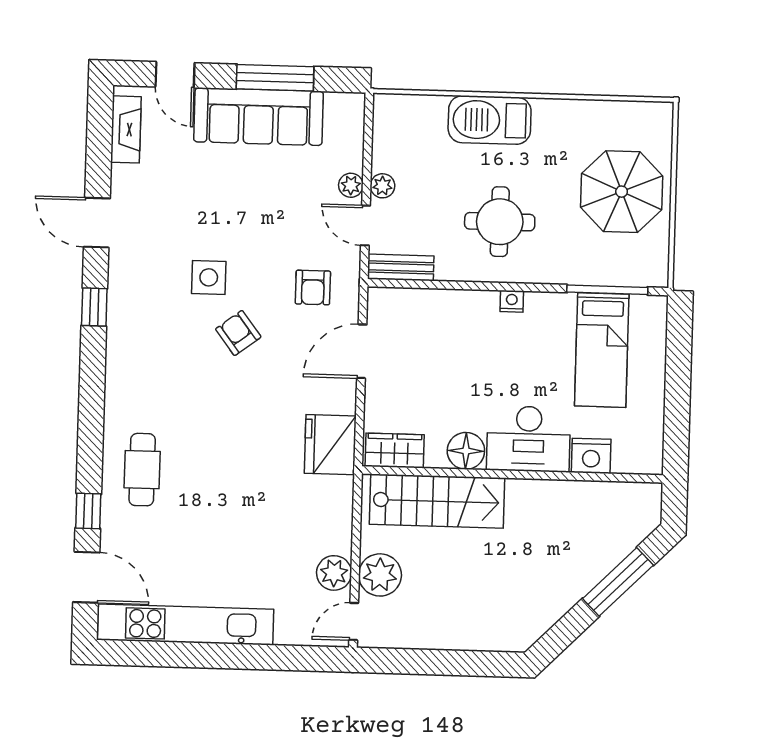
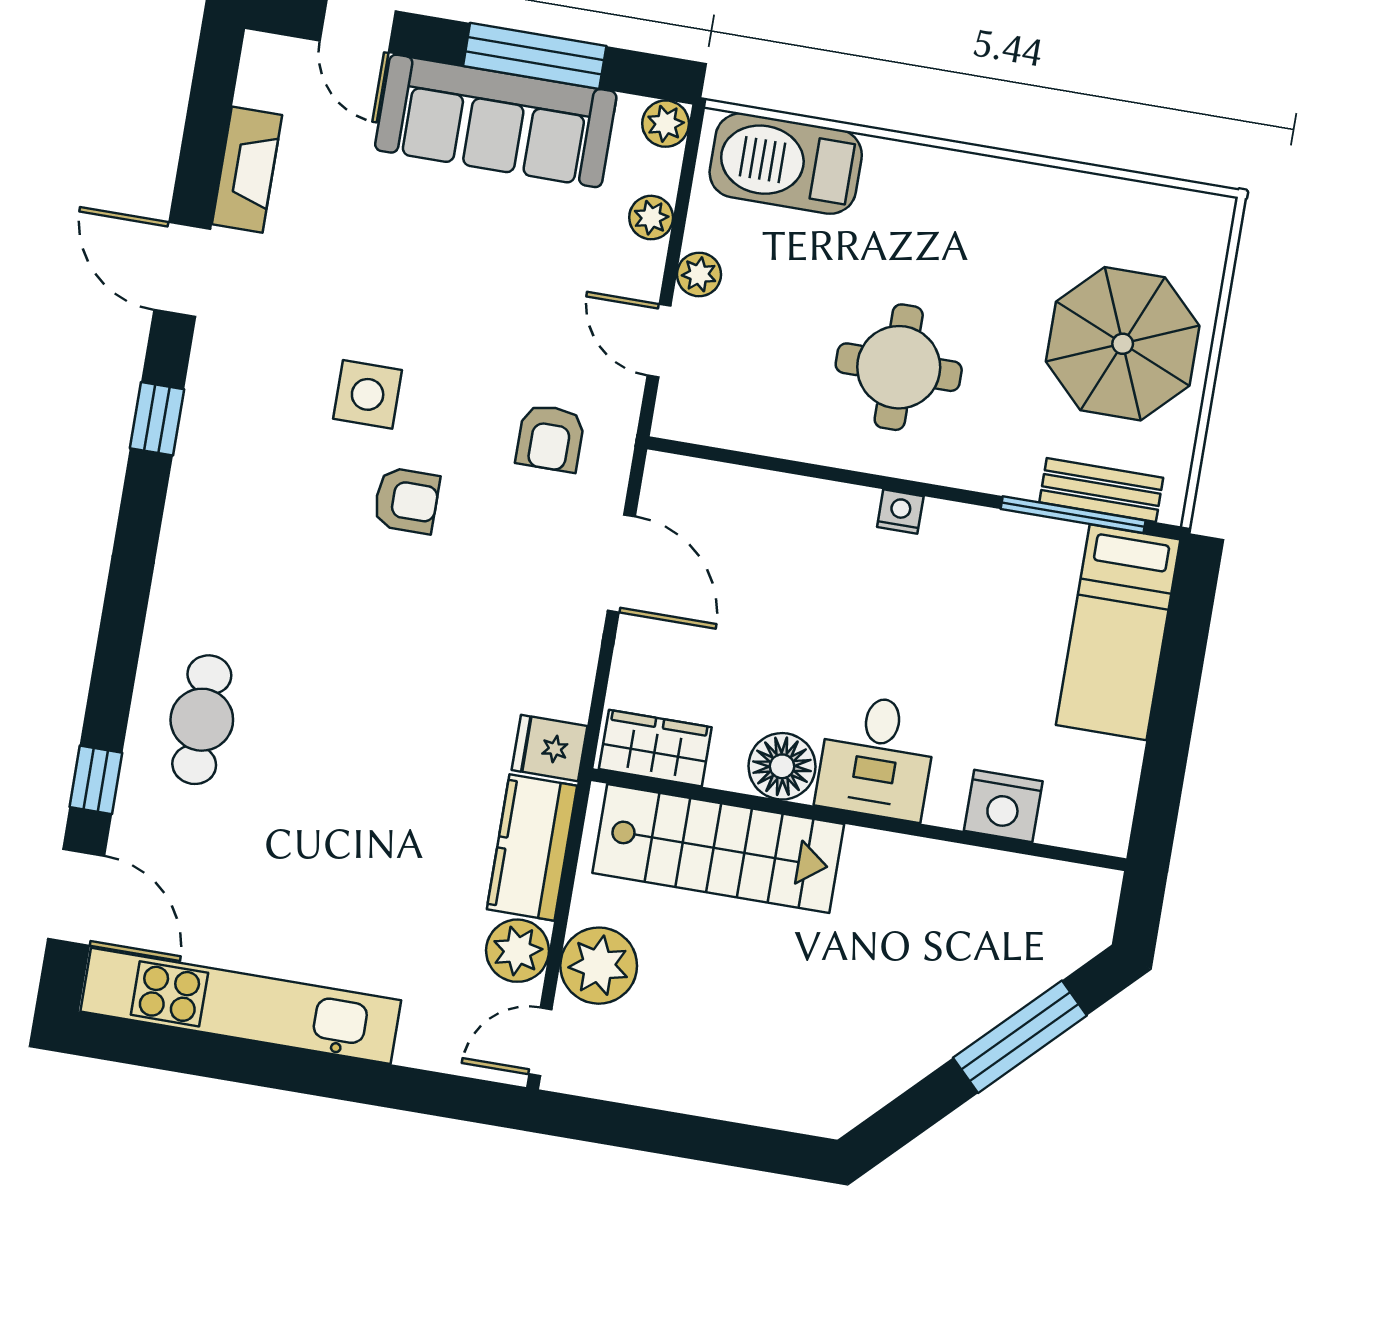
plant: (352, 105) -> (666, 124), added
barbecue: (490, 120) -> (786, 164), moved
fireplace: (126, 129) -> (247, 170), moved
plant: (351, 185) -> (651, 218), moved
bench: (401, 267) -> (1101, 490), moved
armchair: (238, 333) -> (406, 500), turned 127
bed: (602, 350) -> (1118, 632), moved
door: (362, 351) -> (621, 563), swing flipped
desk: (529, 439) -> (877, 757), width x0.73
fridge: (330, 445) -> (549, 748), width x0.53, depth x0.75
kitchen counter: (334, 515) -> (532, 847), added

